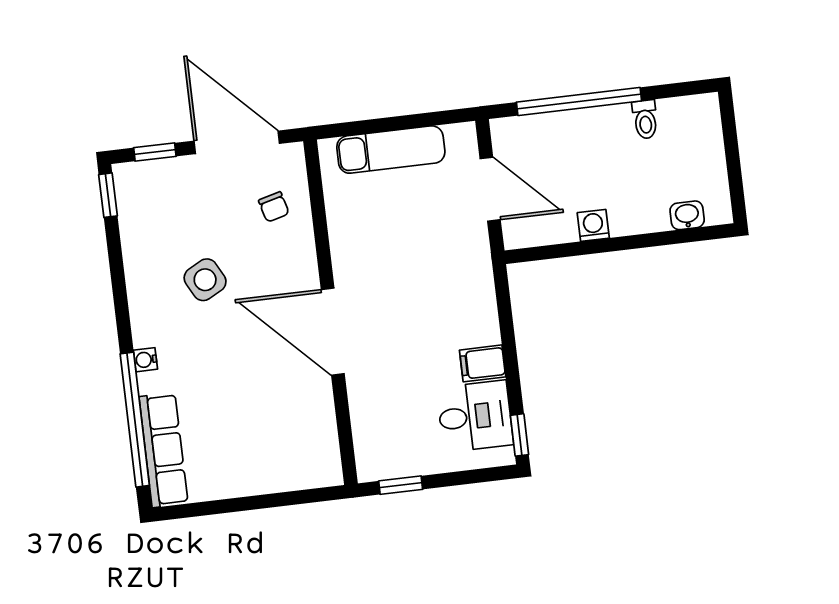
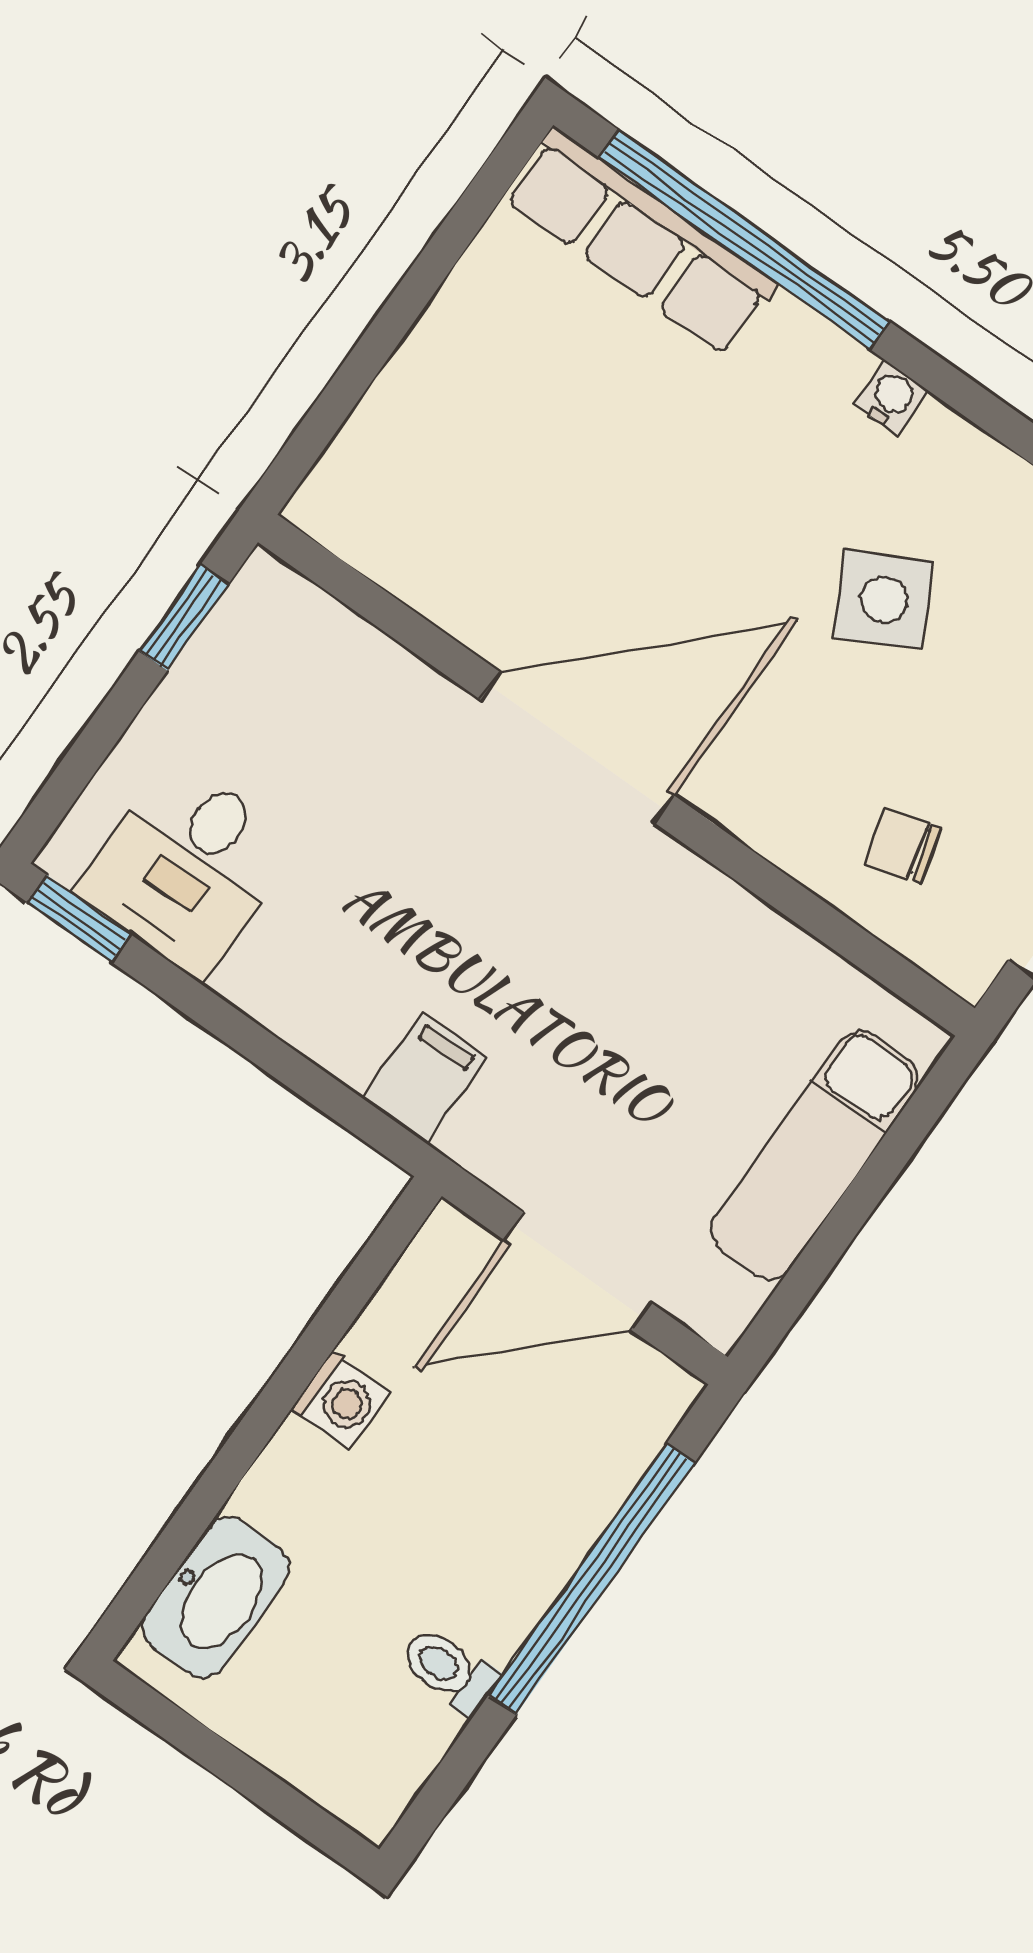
washbasin: (687, 215) -> (216, 1597), width x1.91, depth x1.45
water cooler: (145, 360) -> (892, 397), moved
filing cabinet: (483, 363) -> (425, 1078), moved

